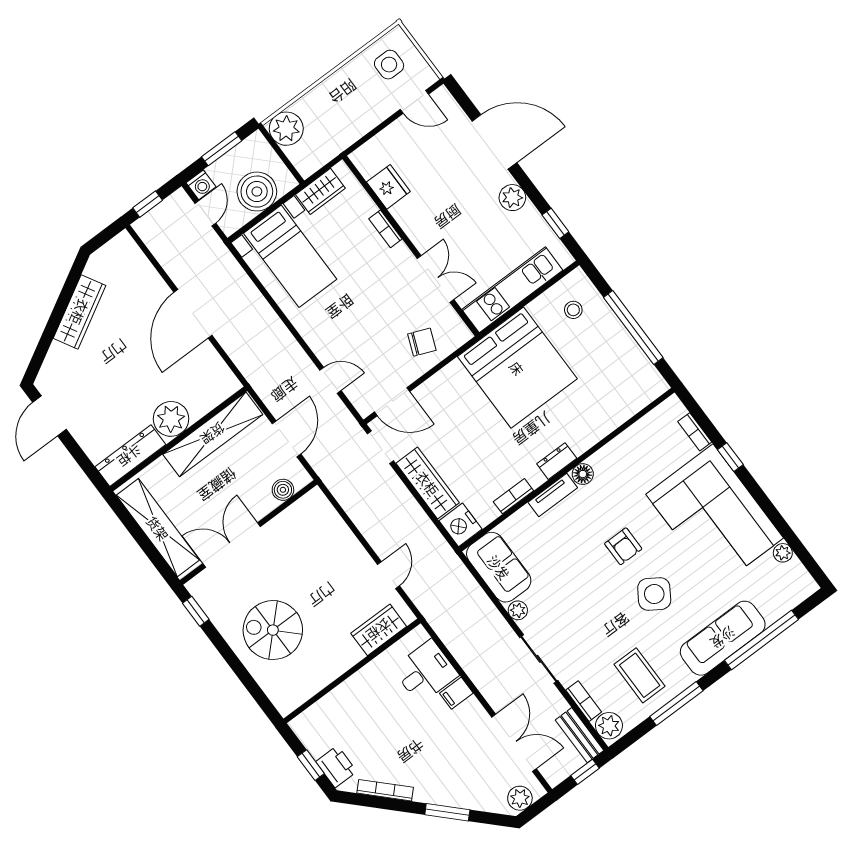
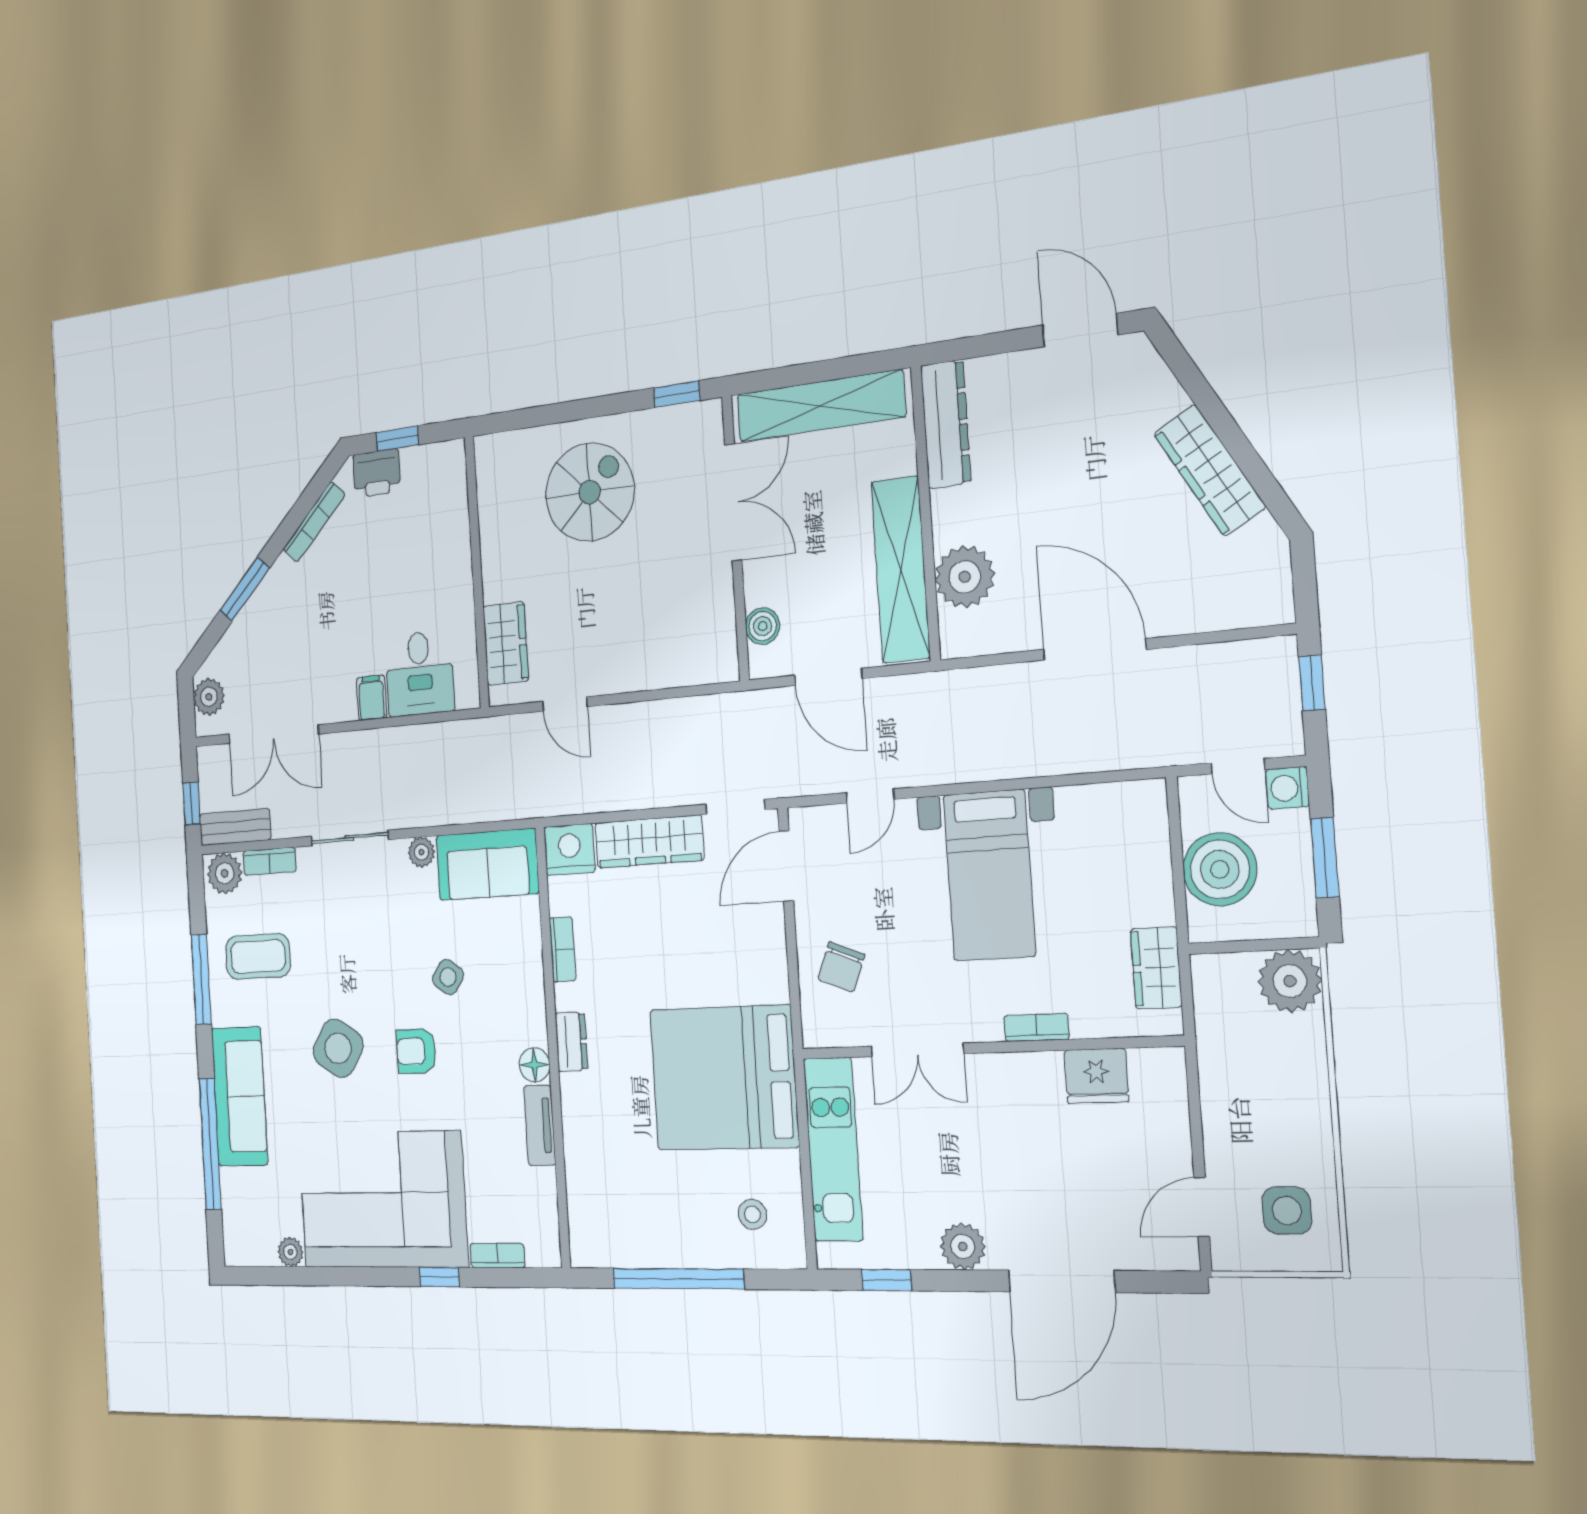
bed with nightstands: (290, 256) -> (989, 875), moved, turned -90
plant: (171, 419) -> (965, 577), moved
tv unit: (553, 495) -> (540, 1125), moved
side table: (572, 553) -> (448, 977), added

